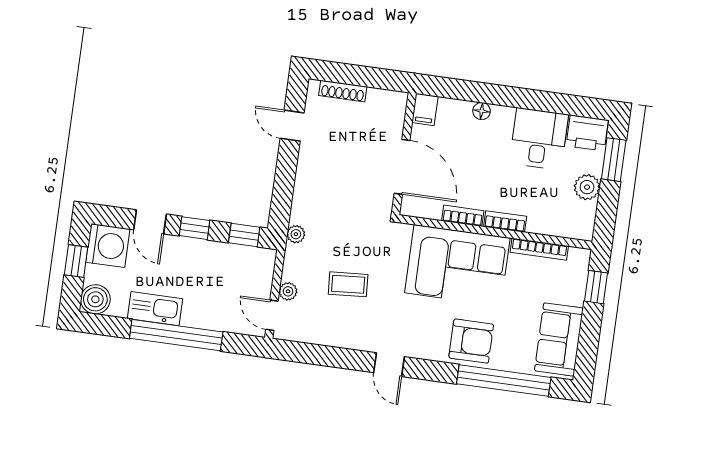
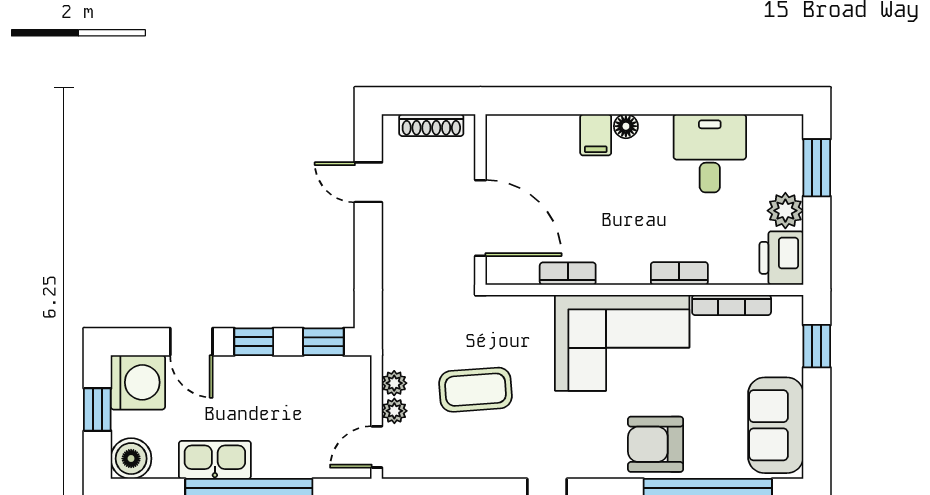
filing cabinet: (425, 110) -> (596, 135), moved
printer: (587, 133) -> (781, 258), moved, turned 90
wall: (404, 154) -> (480, 200), moved
door: (402, 167) -> (480, 218), moved
bookcase: (463, 216) -> (568, 274), moved
plant: (296, 234) -> (394, 383), moved
coffee table: (348, 284) -> (476, 390), width x1.36, depth x1.30
door: (272, 315) -> (377, 447), hinge flipped
armchair: (471, 341) -> (656, 444), turned 180

